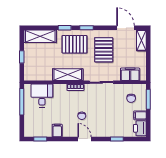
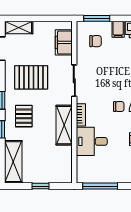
pallet: (75, 44) -> (24, 116), width x0.67, depth x0.71
desk: (42, 95) -> (92, 141), moved

